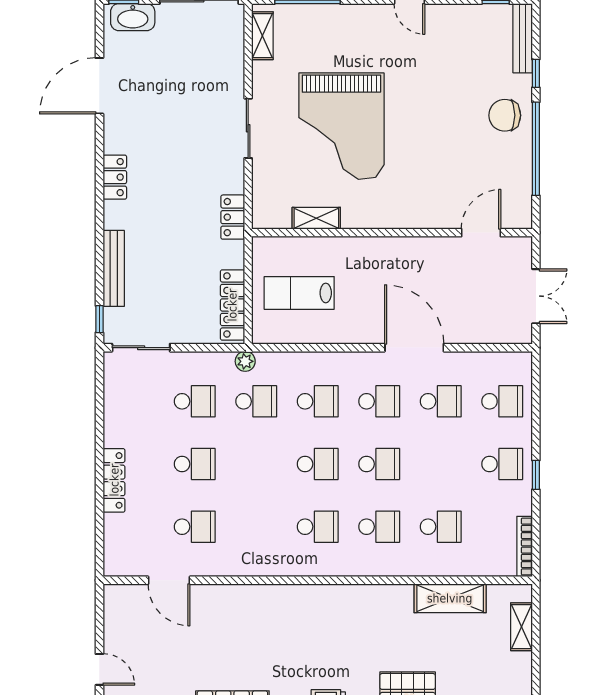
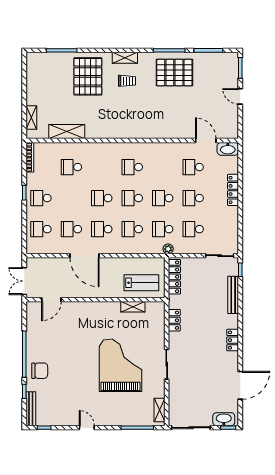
shelving: (316, 218) -> (133, 307), moved
wall: (392, 233) -> (95, 300), moved
door: (481, 233) -> (51, 300), moved
school desk: (379, 527) -> (163, 198), moved
washbasin: (125, 564) -> (228, 149), added

